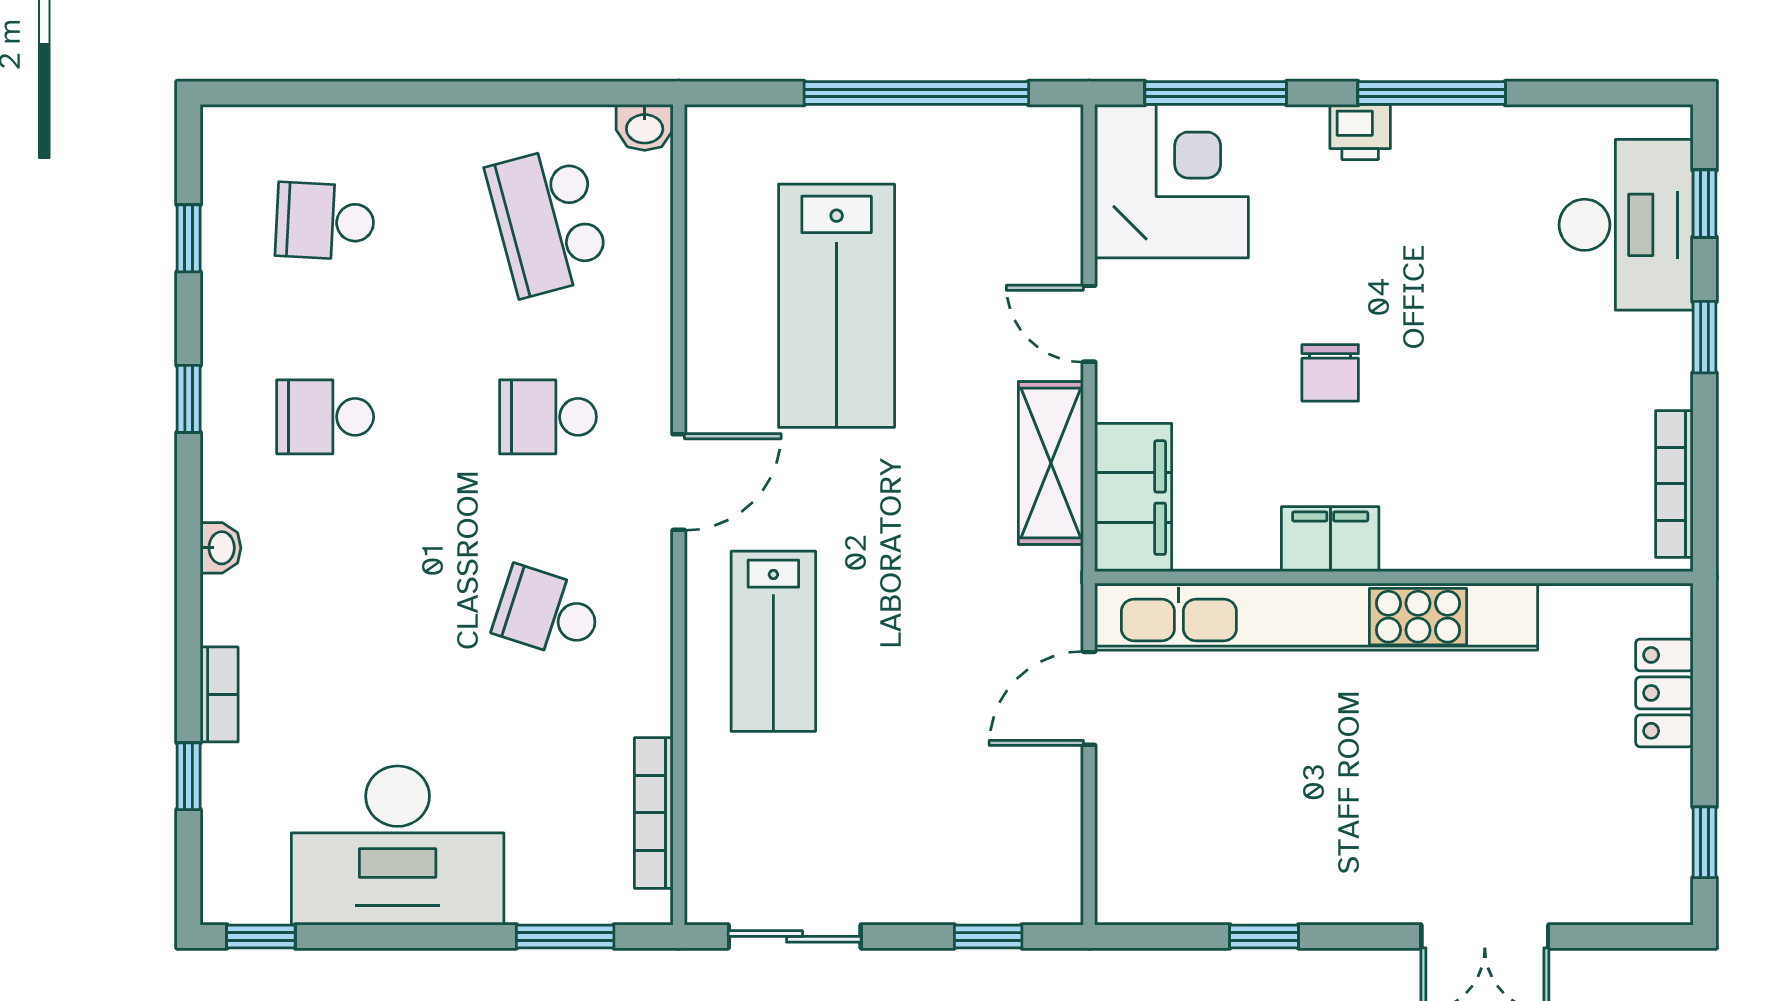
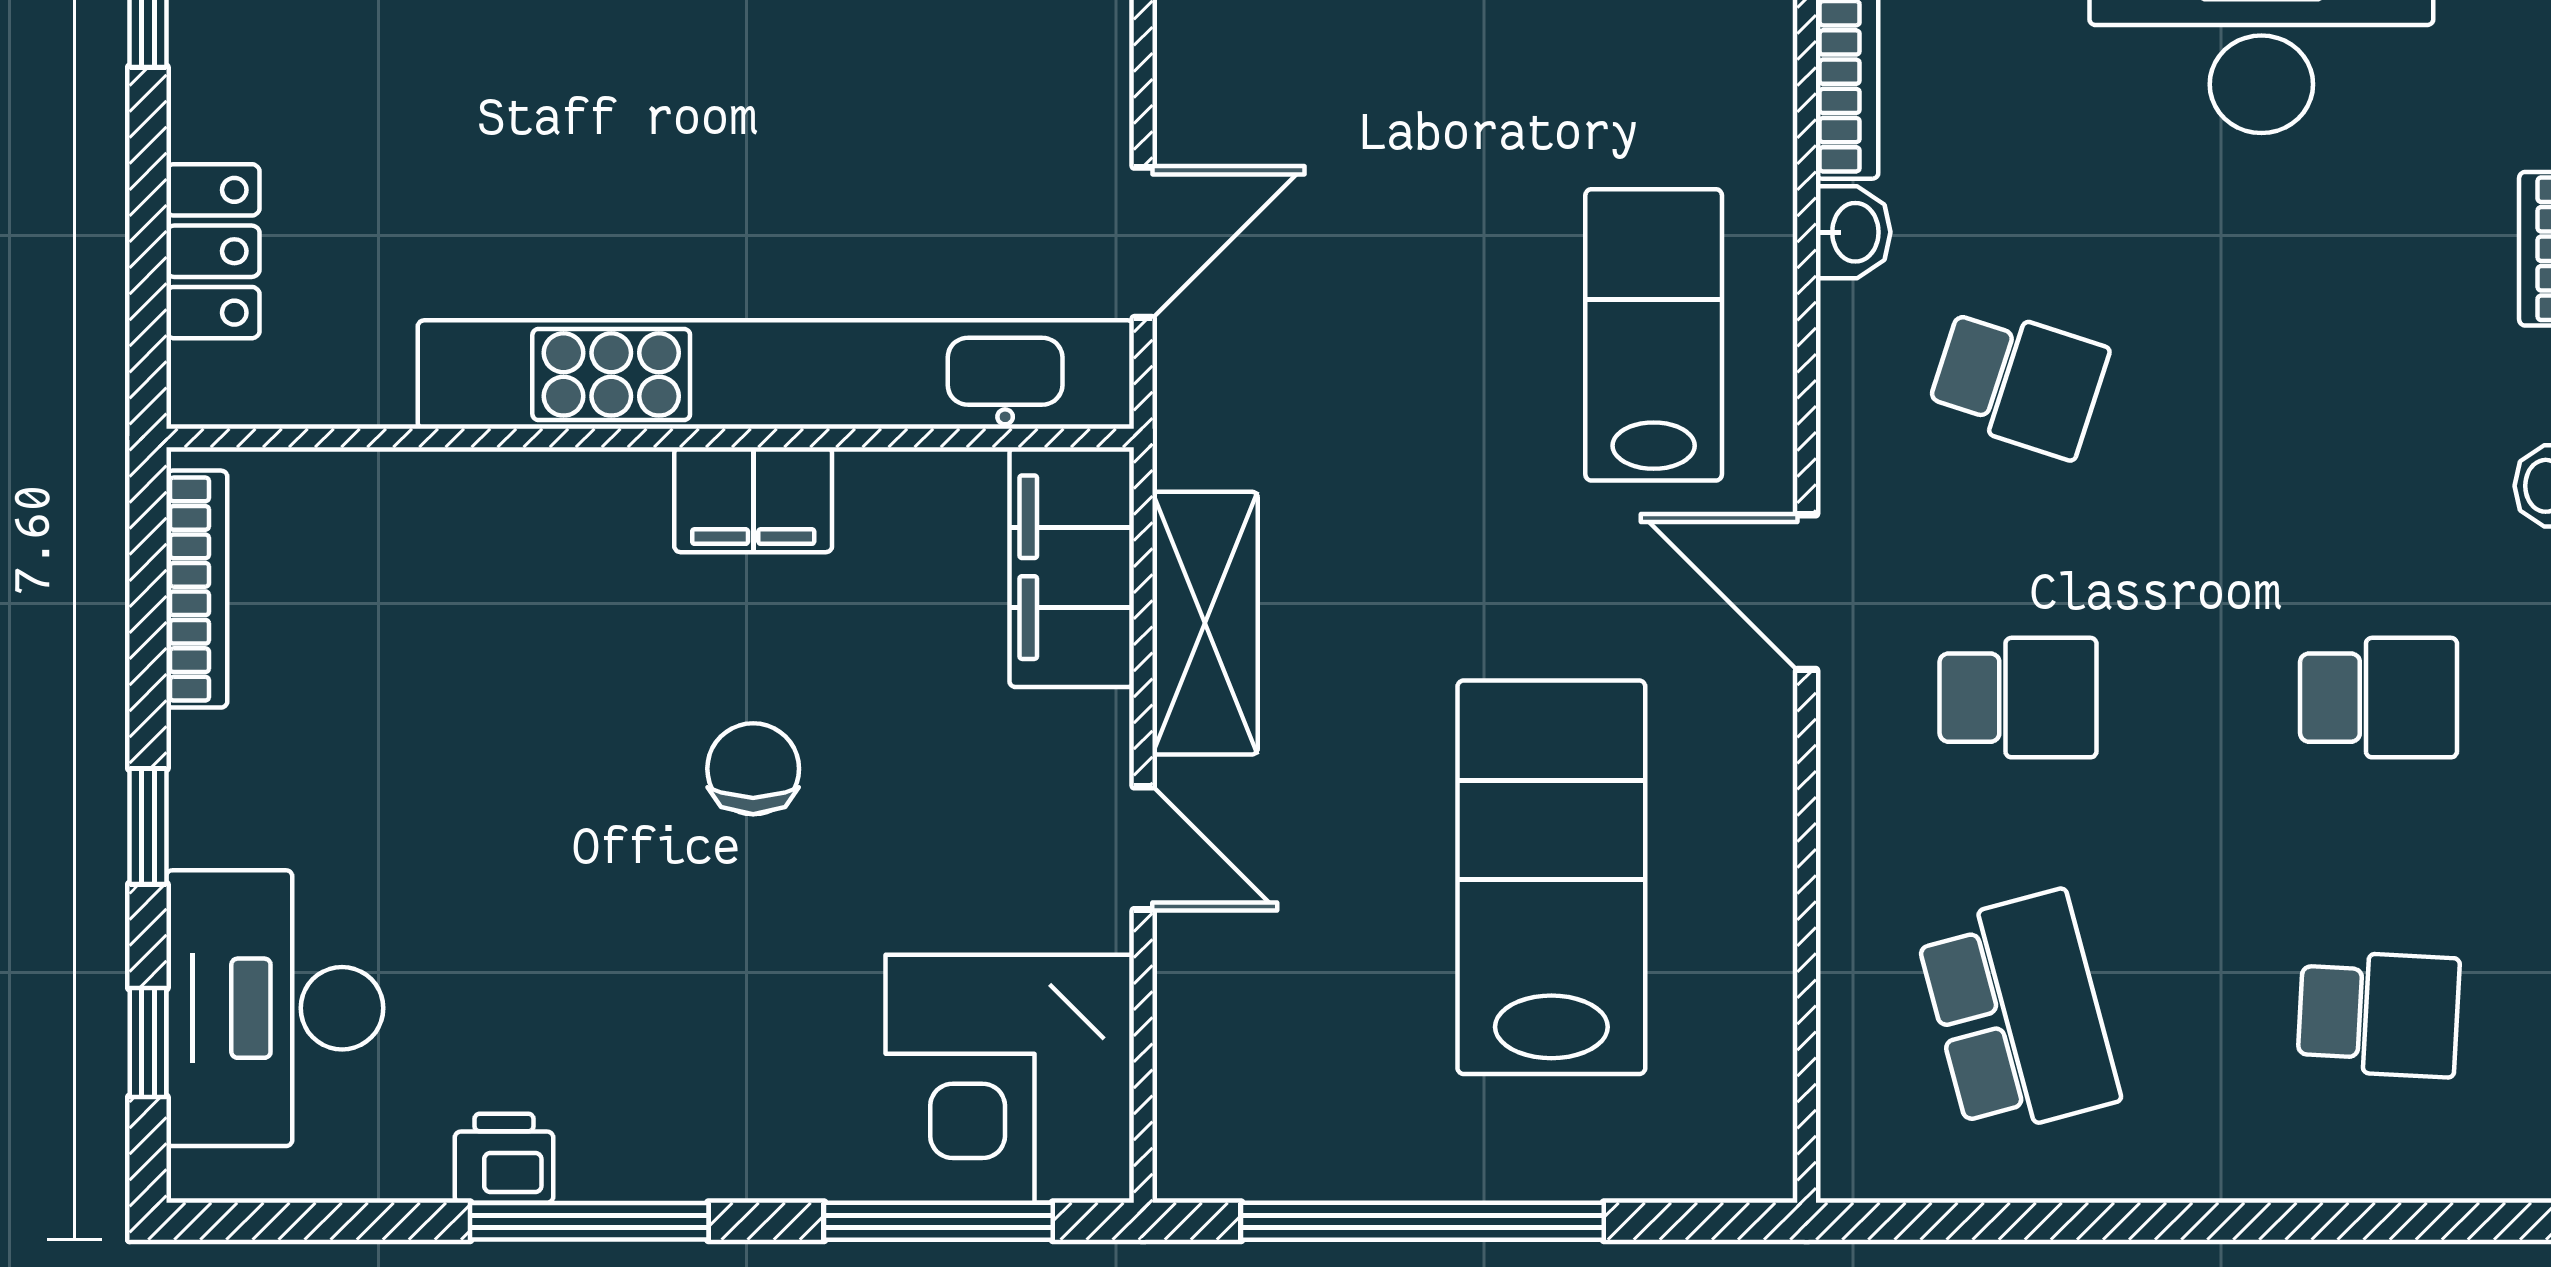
washbasin: (645, 127) -> (1853, 232), moved, turned 90
printer: (1360, 132) -> (504, 1158), moved
door: (679, 482) -> (1807, 592), hinge flipped

